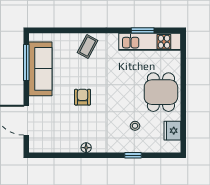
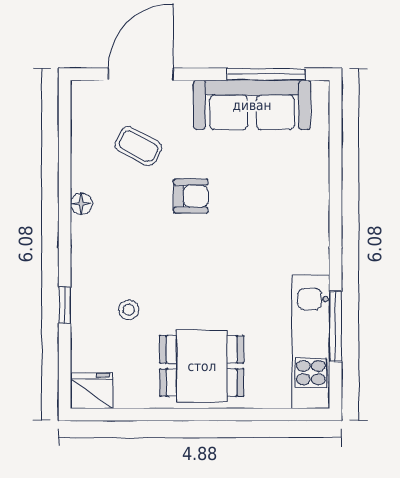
window: (143, 30) -> (335, 326), width x1.44
coffee table: (88, 46) -> (138, 146), moved
fridge: (172, 131) -> (92, 391), moved

